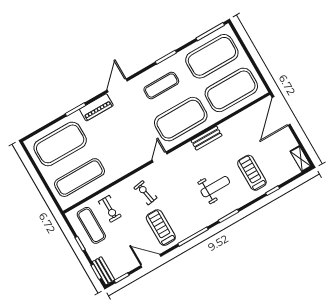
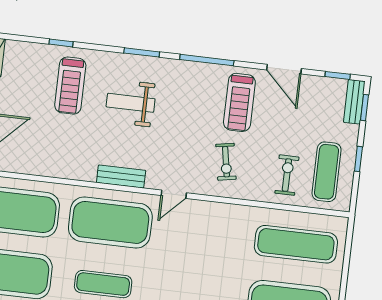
bench: (206, 138) -> (121, 176), moved

